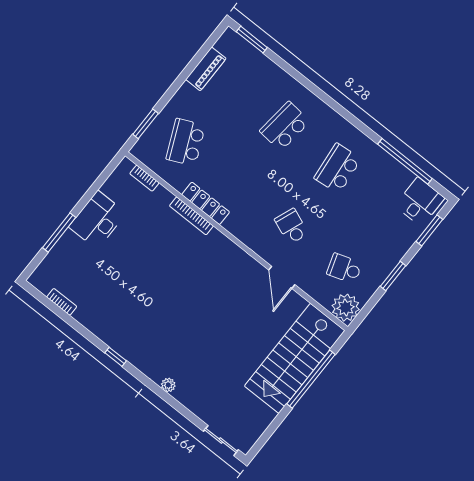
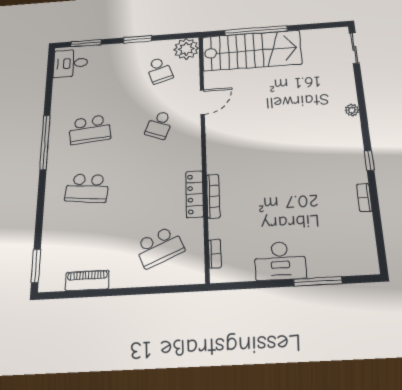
window: (146, 124) -> (171, 289), removed
window: (405, 161) -> (45, 142), moved
bookcase: (62, 302) -> (364, 198), moved

